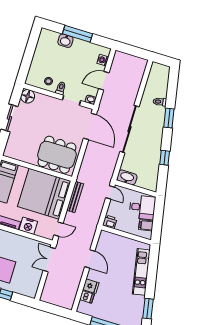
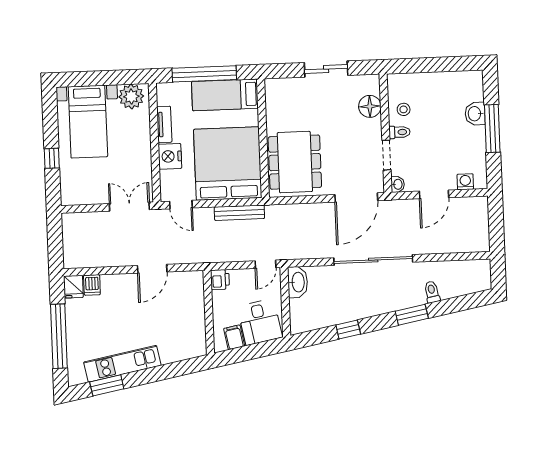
door: (104, 81) -> (434, 194), swing flipped
floor lamp: (28, 96) -> (370, 106), moved
kitchen unit: (141, 272) -> (122, 364), moved
fridge: (91, 286) -> (73, 287), moved

